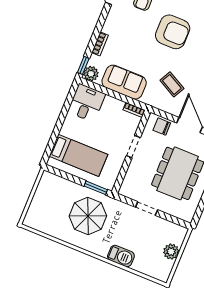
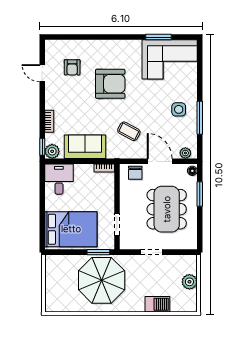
chair: (162, 127) -> (135, 173), turned -90
doorway: (133, 147) -> (117, 225), moved
bed: (78, 155) -> (71, 229), width x1.50
parasol: (88, 216) -> (102, 280), width x1.36, depth x1.36
barbecue: (121, 256) -> (157, 304), moved

